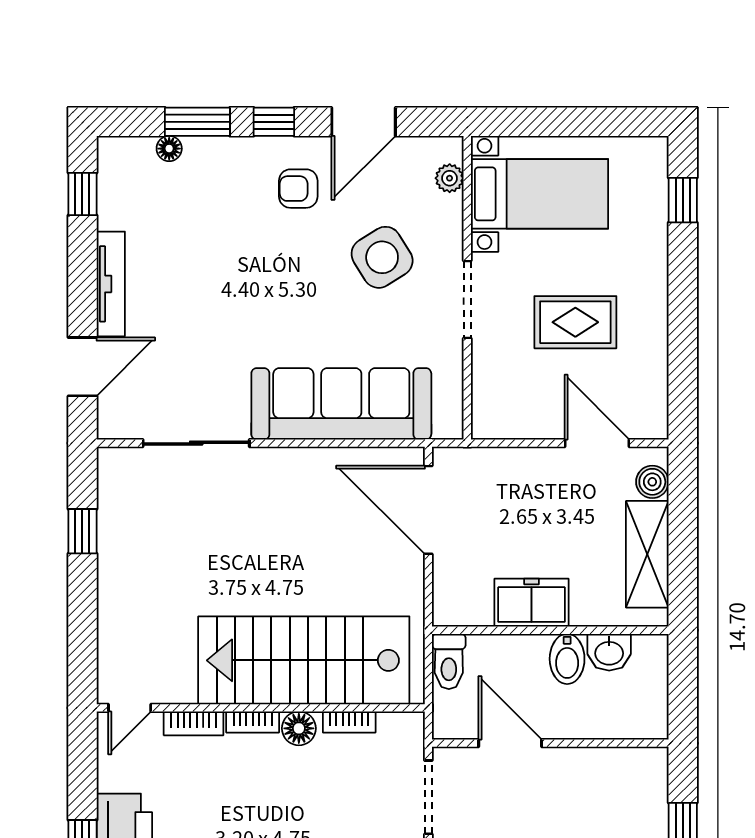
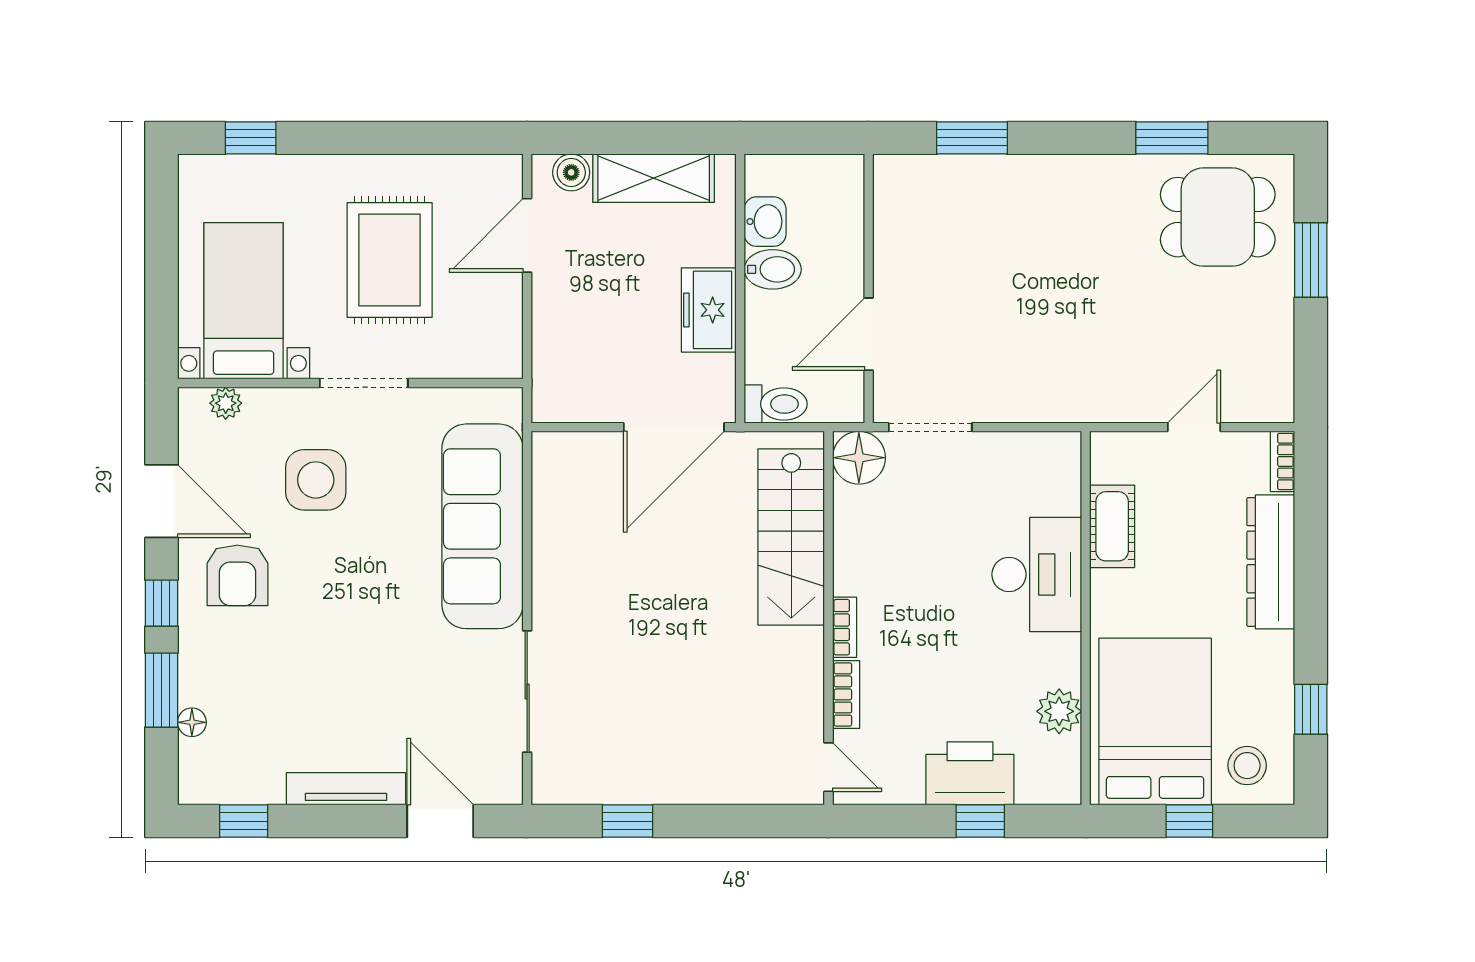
armchair: (298, 189) -> (237, 575), width x1.38, depth x1.38
side table: (382, 257) -> (316, 480), turned 32
rug: (575, 322) -> (390, 260), width x1.36, depth x1.43
door: (428, 510) -> (674, 427), moved
stairs: (304, 660) -> (791, 537), width x0.73, depth x0.66
bookcase: (349, 722) -> (845, 517), removed
floor lamp: (299, 728) -> (859, 458), moved, width x1.38, depth x1.38

